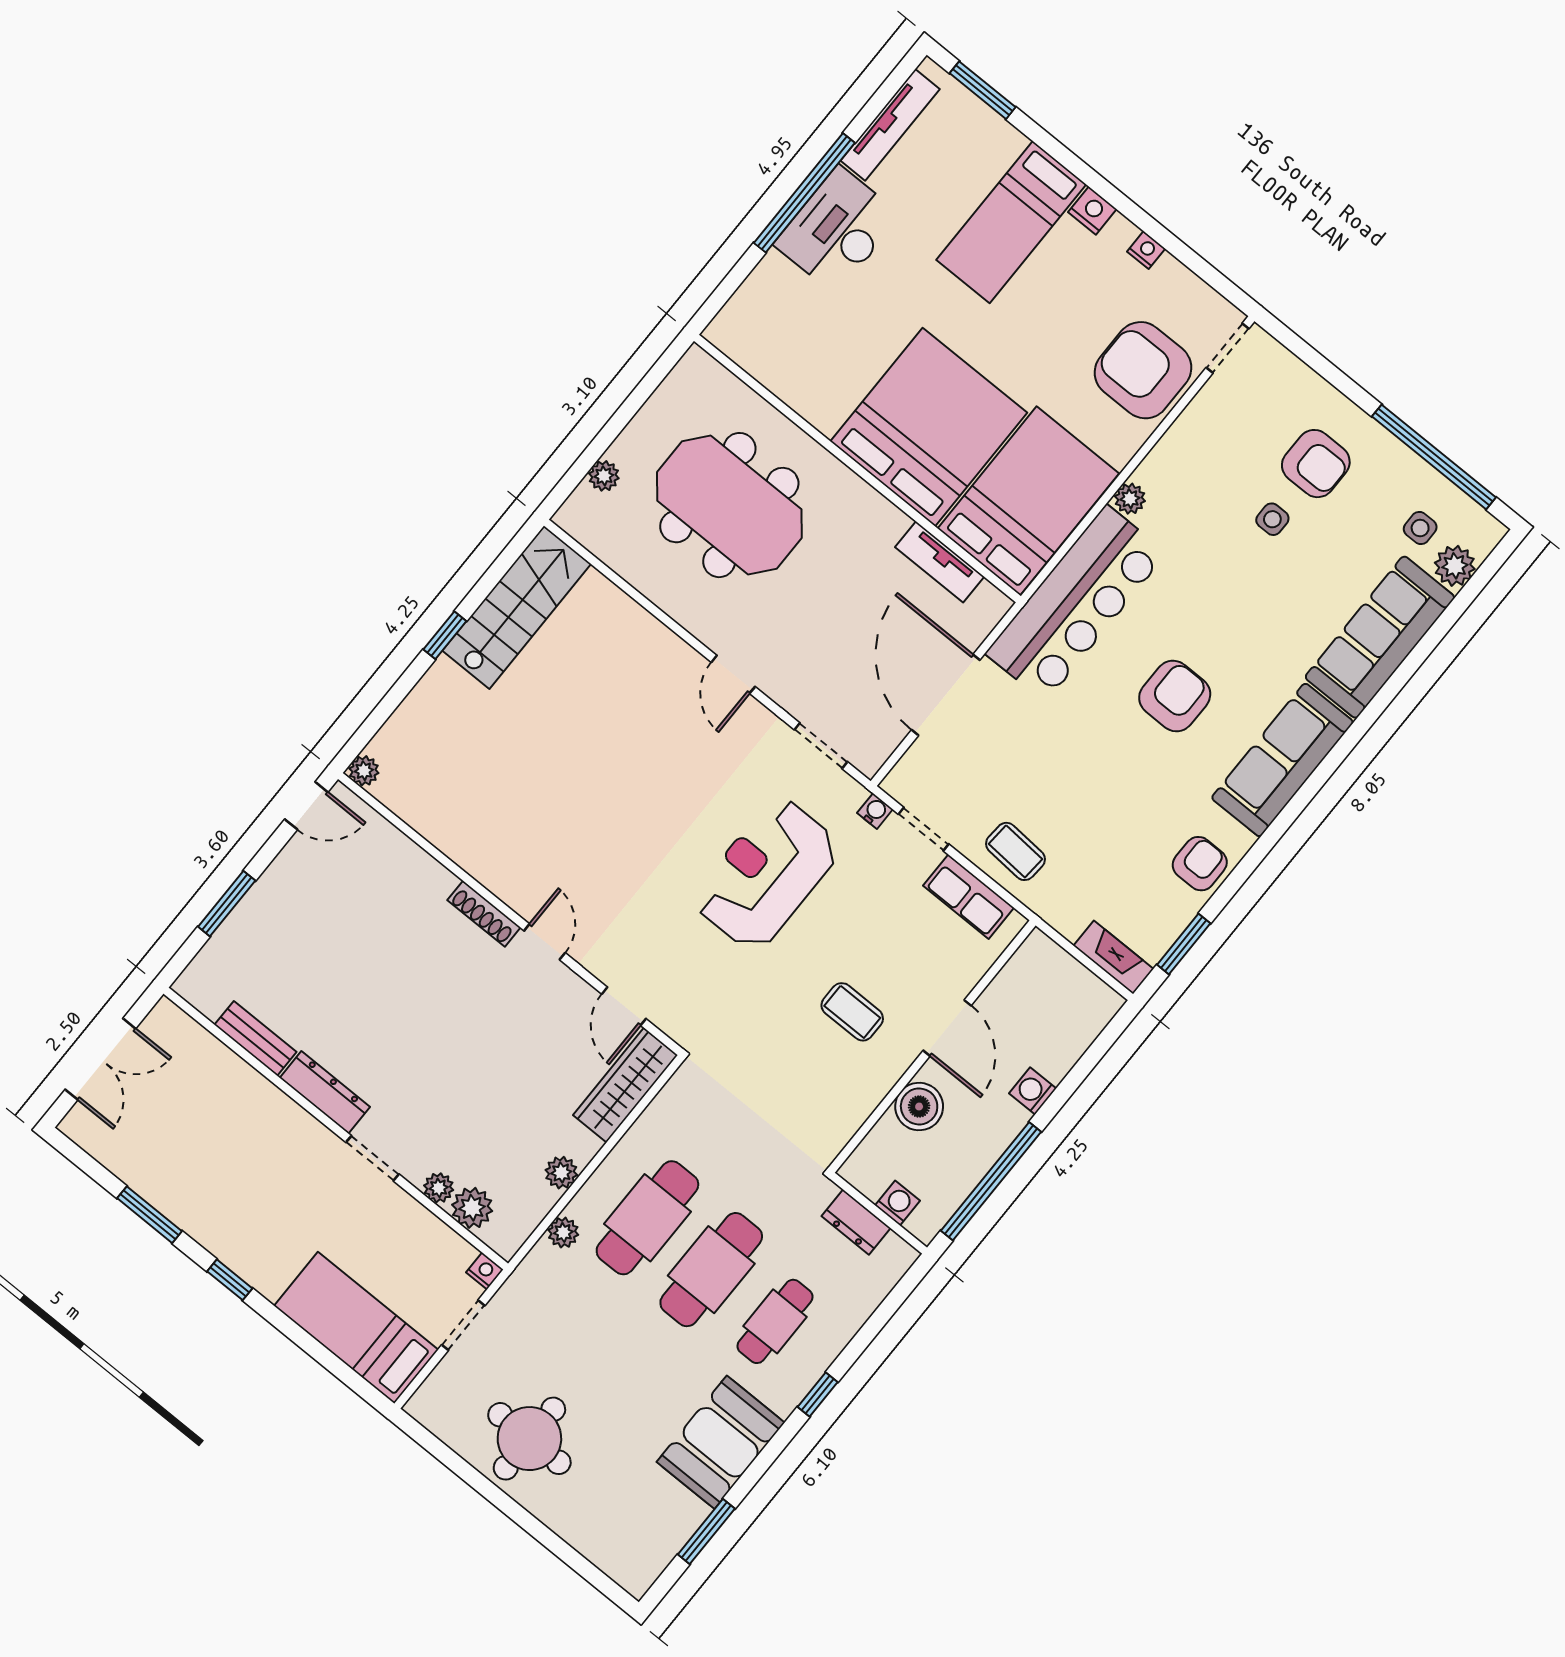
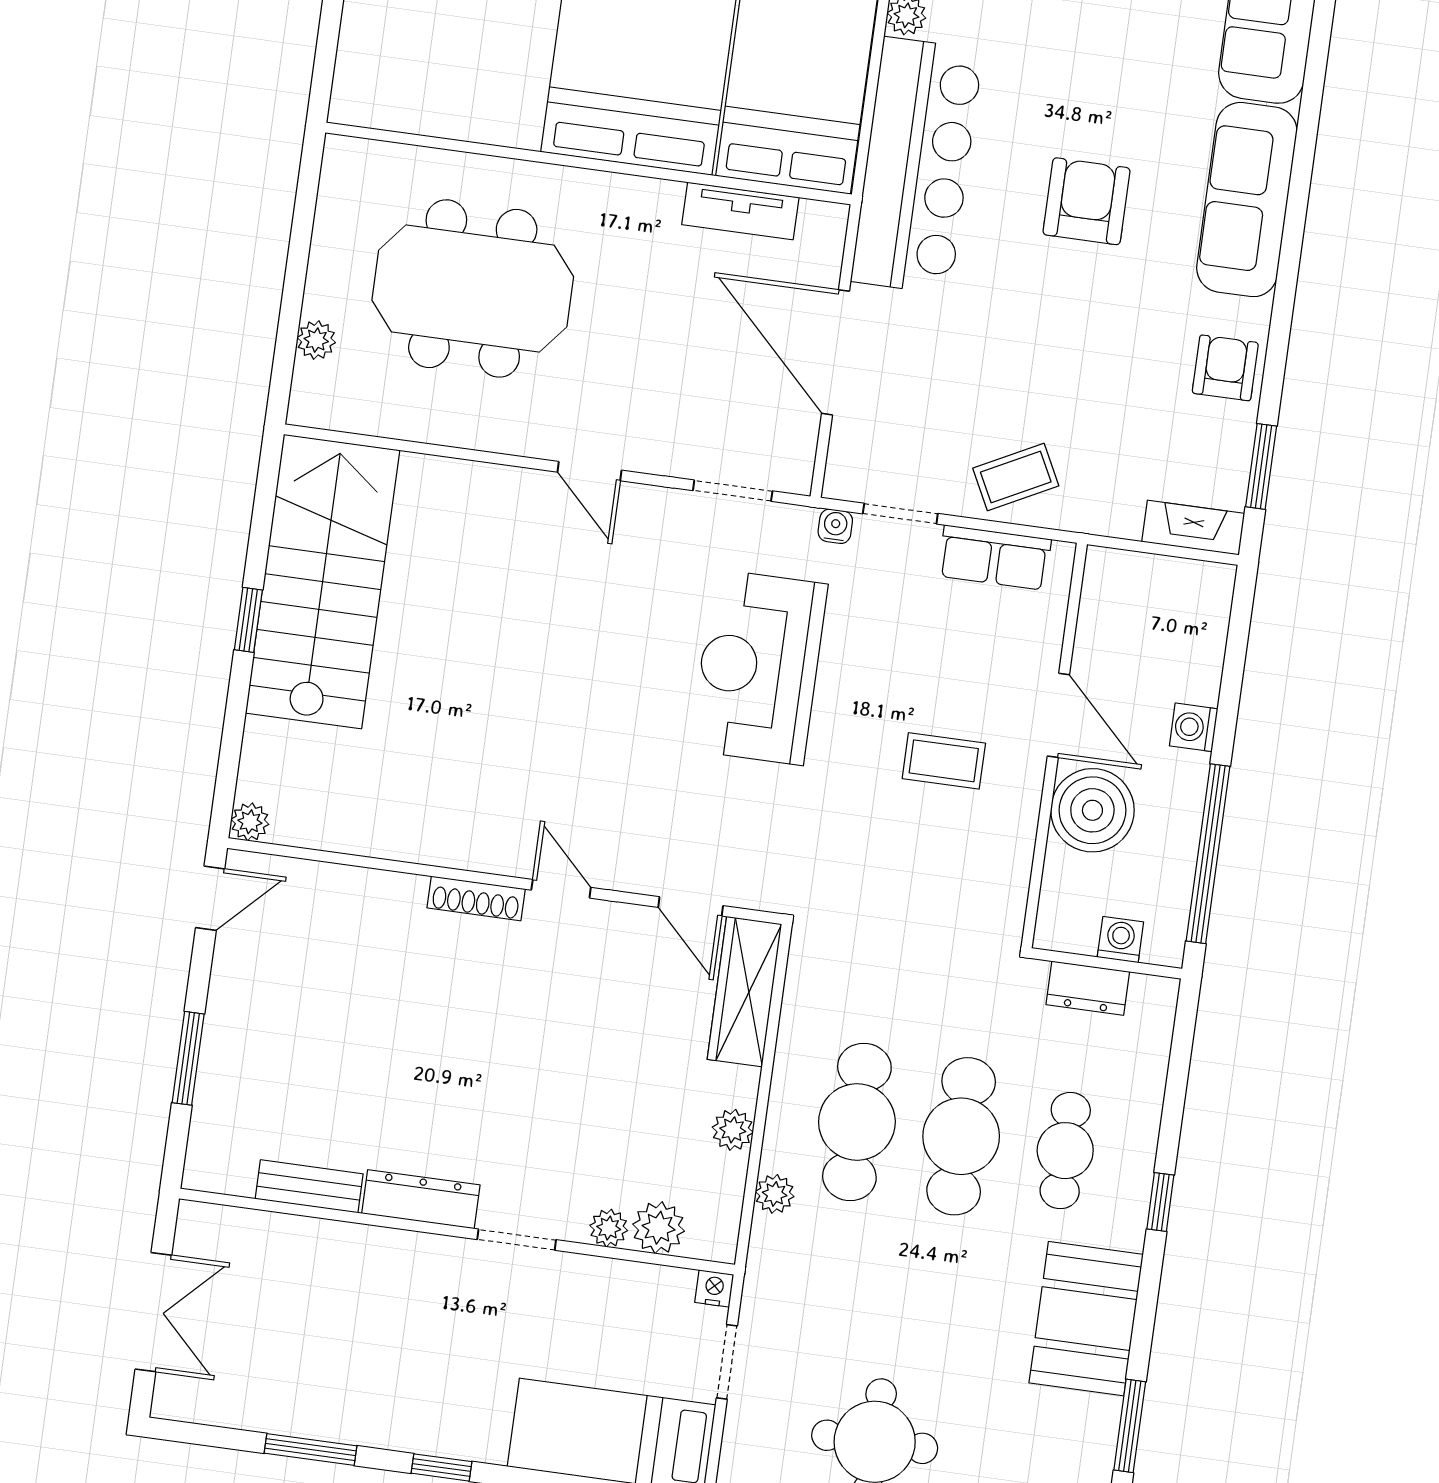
stairs: (517, 607) -> (323, 582), width x1.36, depth x1.51
coffee table: (1016, 851) -> (1016, 477), turned -31
boiler: (919, 1107) -> (1092, 810), width x1.37, depth x1.37

